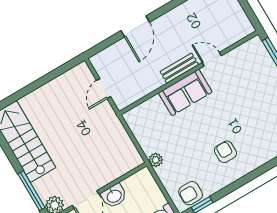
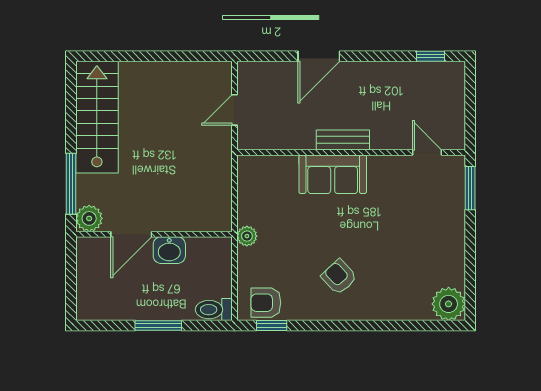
door: (212, 59) -> (427, 152), moved
armchair: (225, 152) -> (339, 277), turned -43

